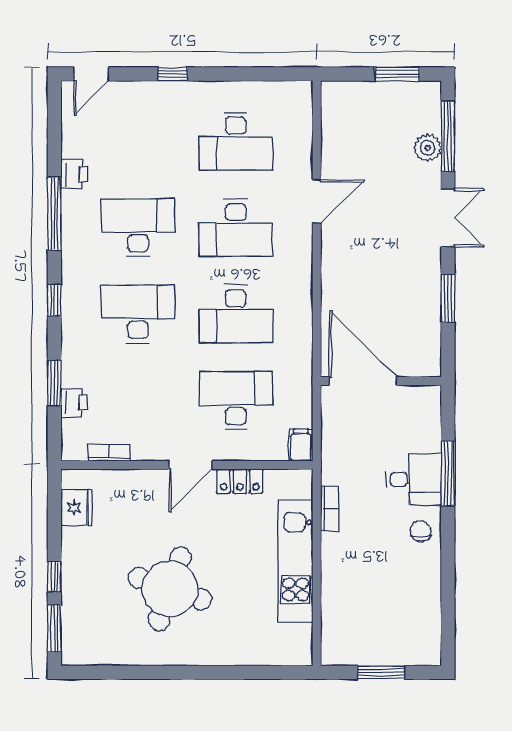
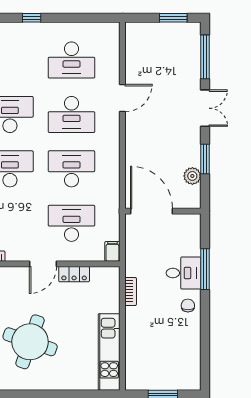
plant: (428, 148) -> (192, 176), moved
desk: (236, 314) -> (71, 169), turned 180
kitchen unit: (296, 561) -> (109, 352), moved

